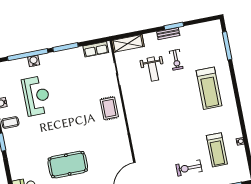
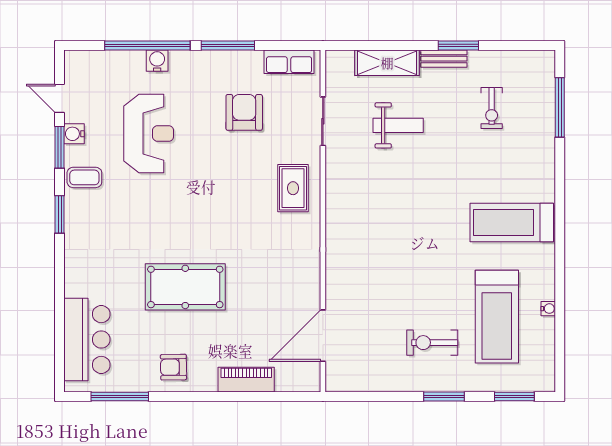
shelving: (128, 43) -> (387, 63), moved
exercise bike: (176, 60) -> (492, 108), moved
weight bench: (153, 69) -> (398, 125), turned -90
armchair: (79, 77) -> (244, 112), added
treadmill: (209, 88) -> (512, 222), moved, turned 90
treadmill: (217, 150) -> (497, 317), width x1.37, depth x1.37

